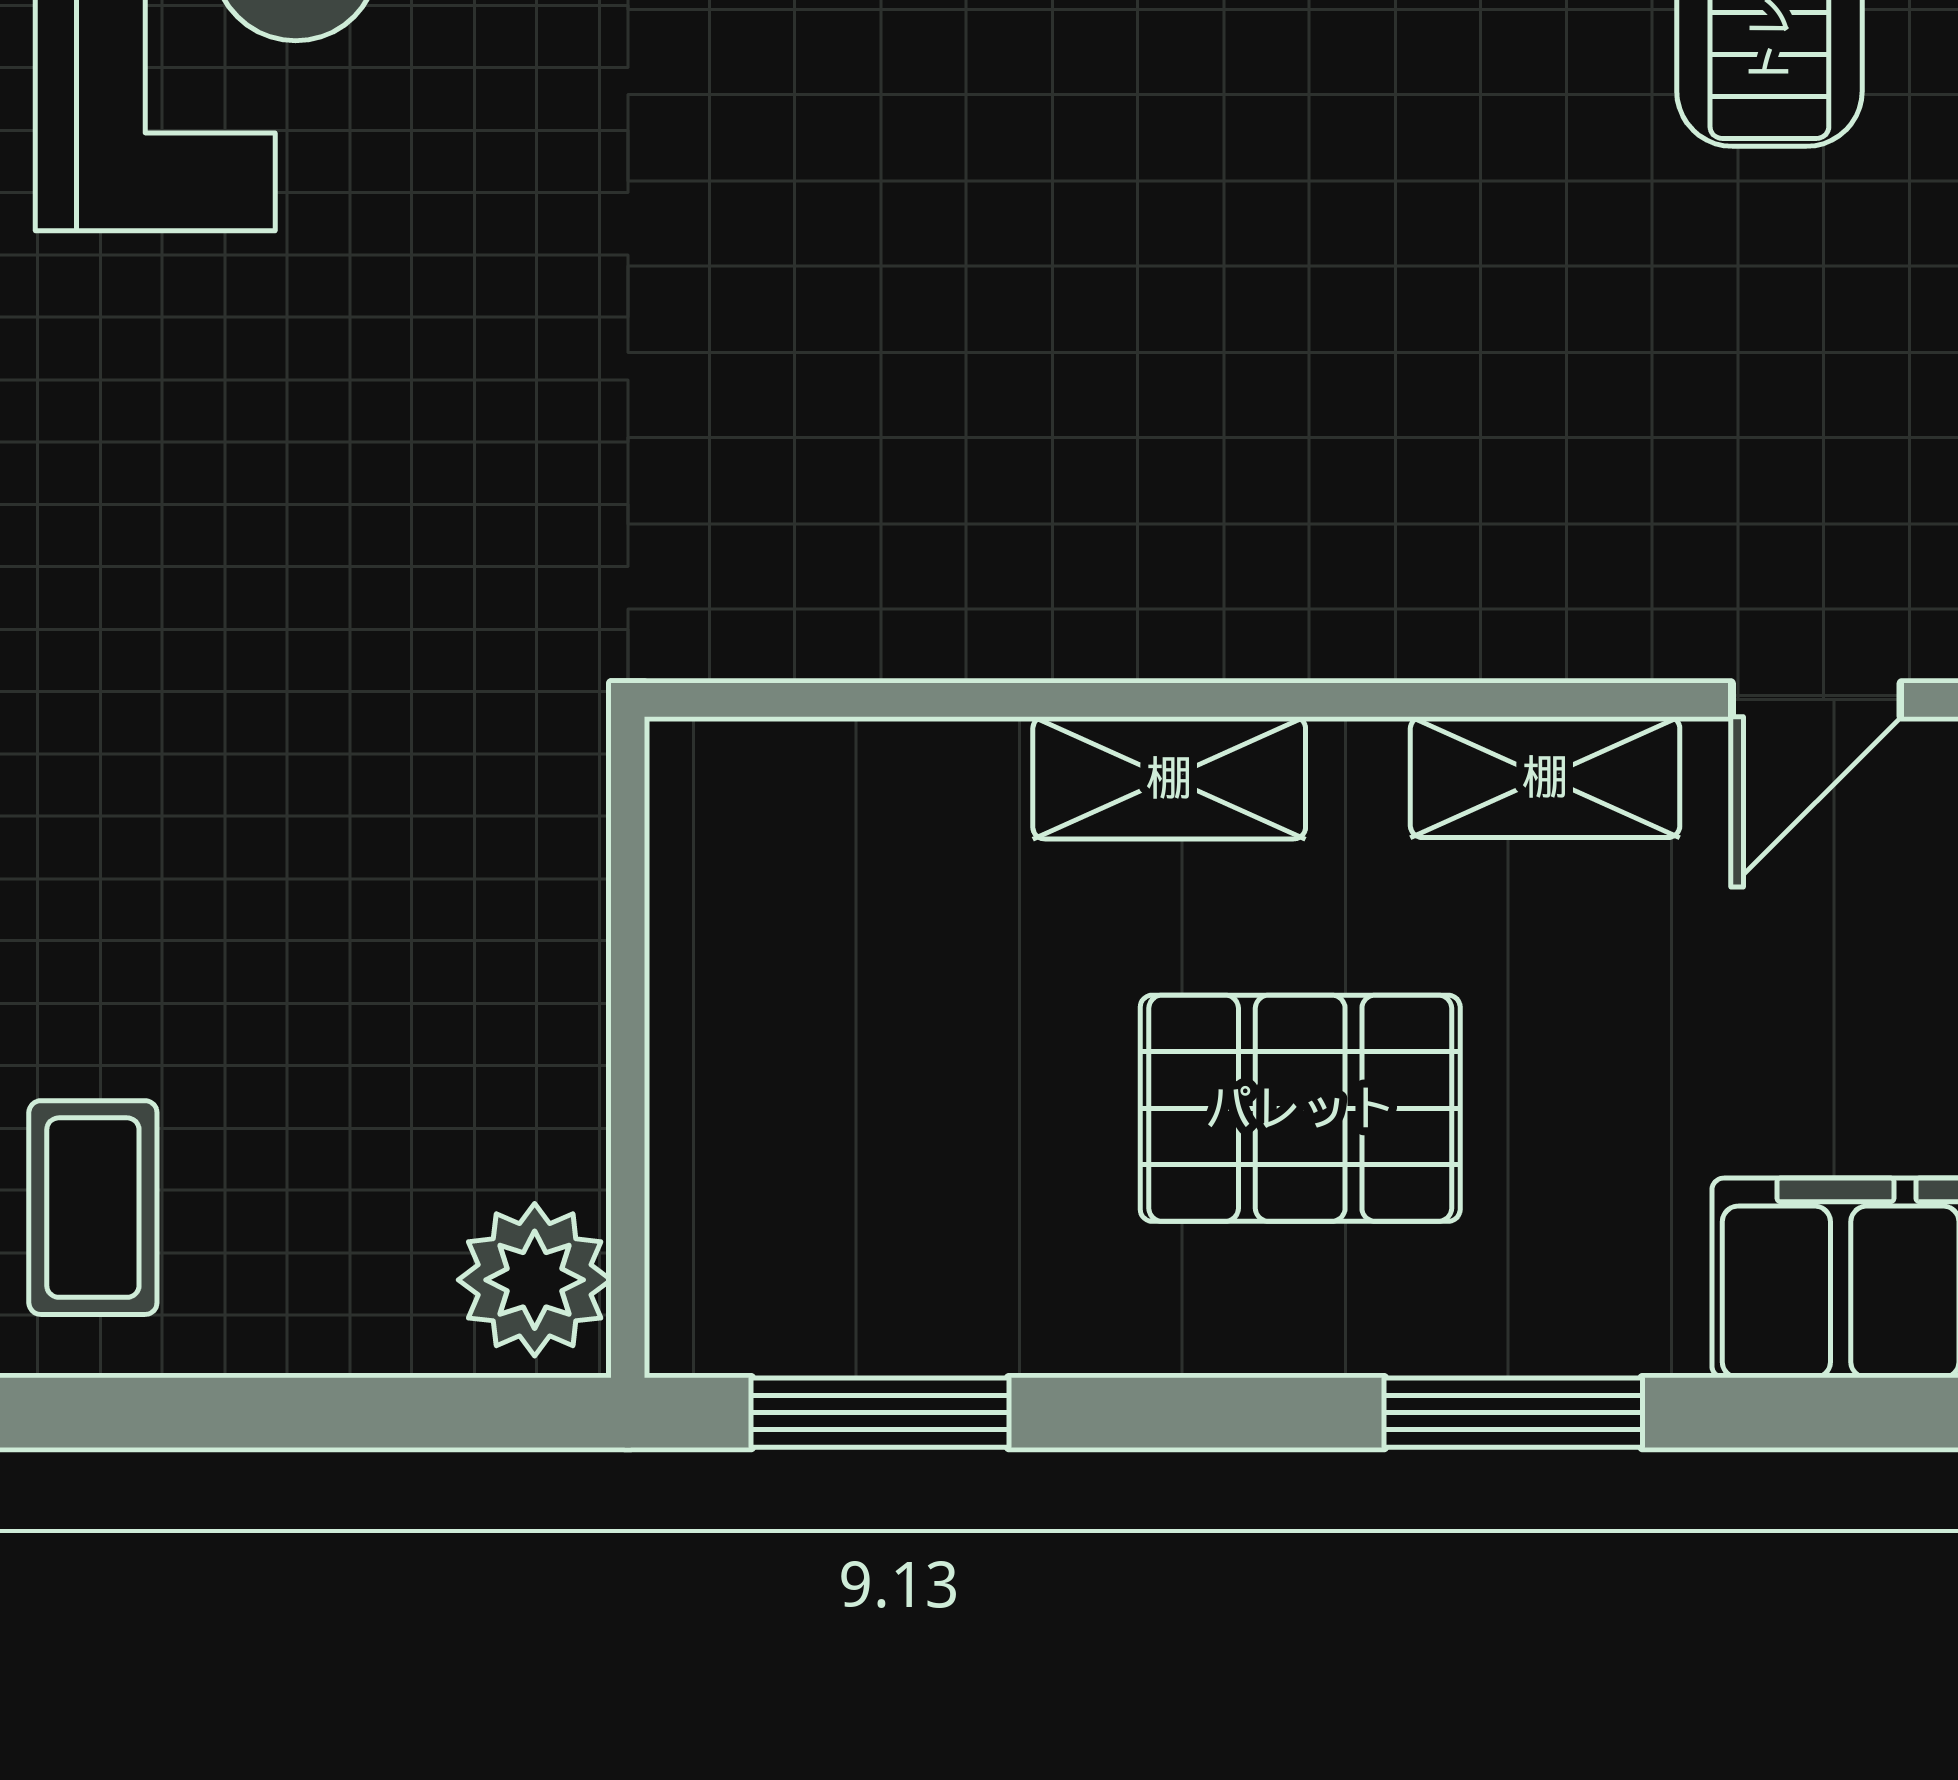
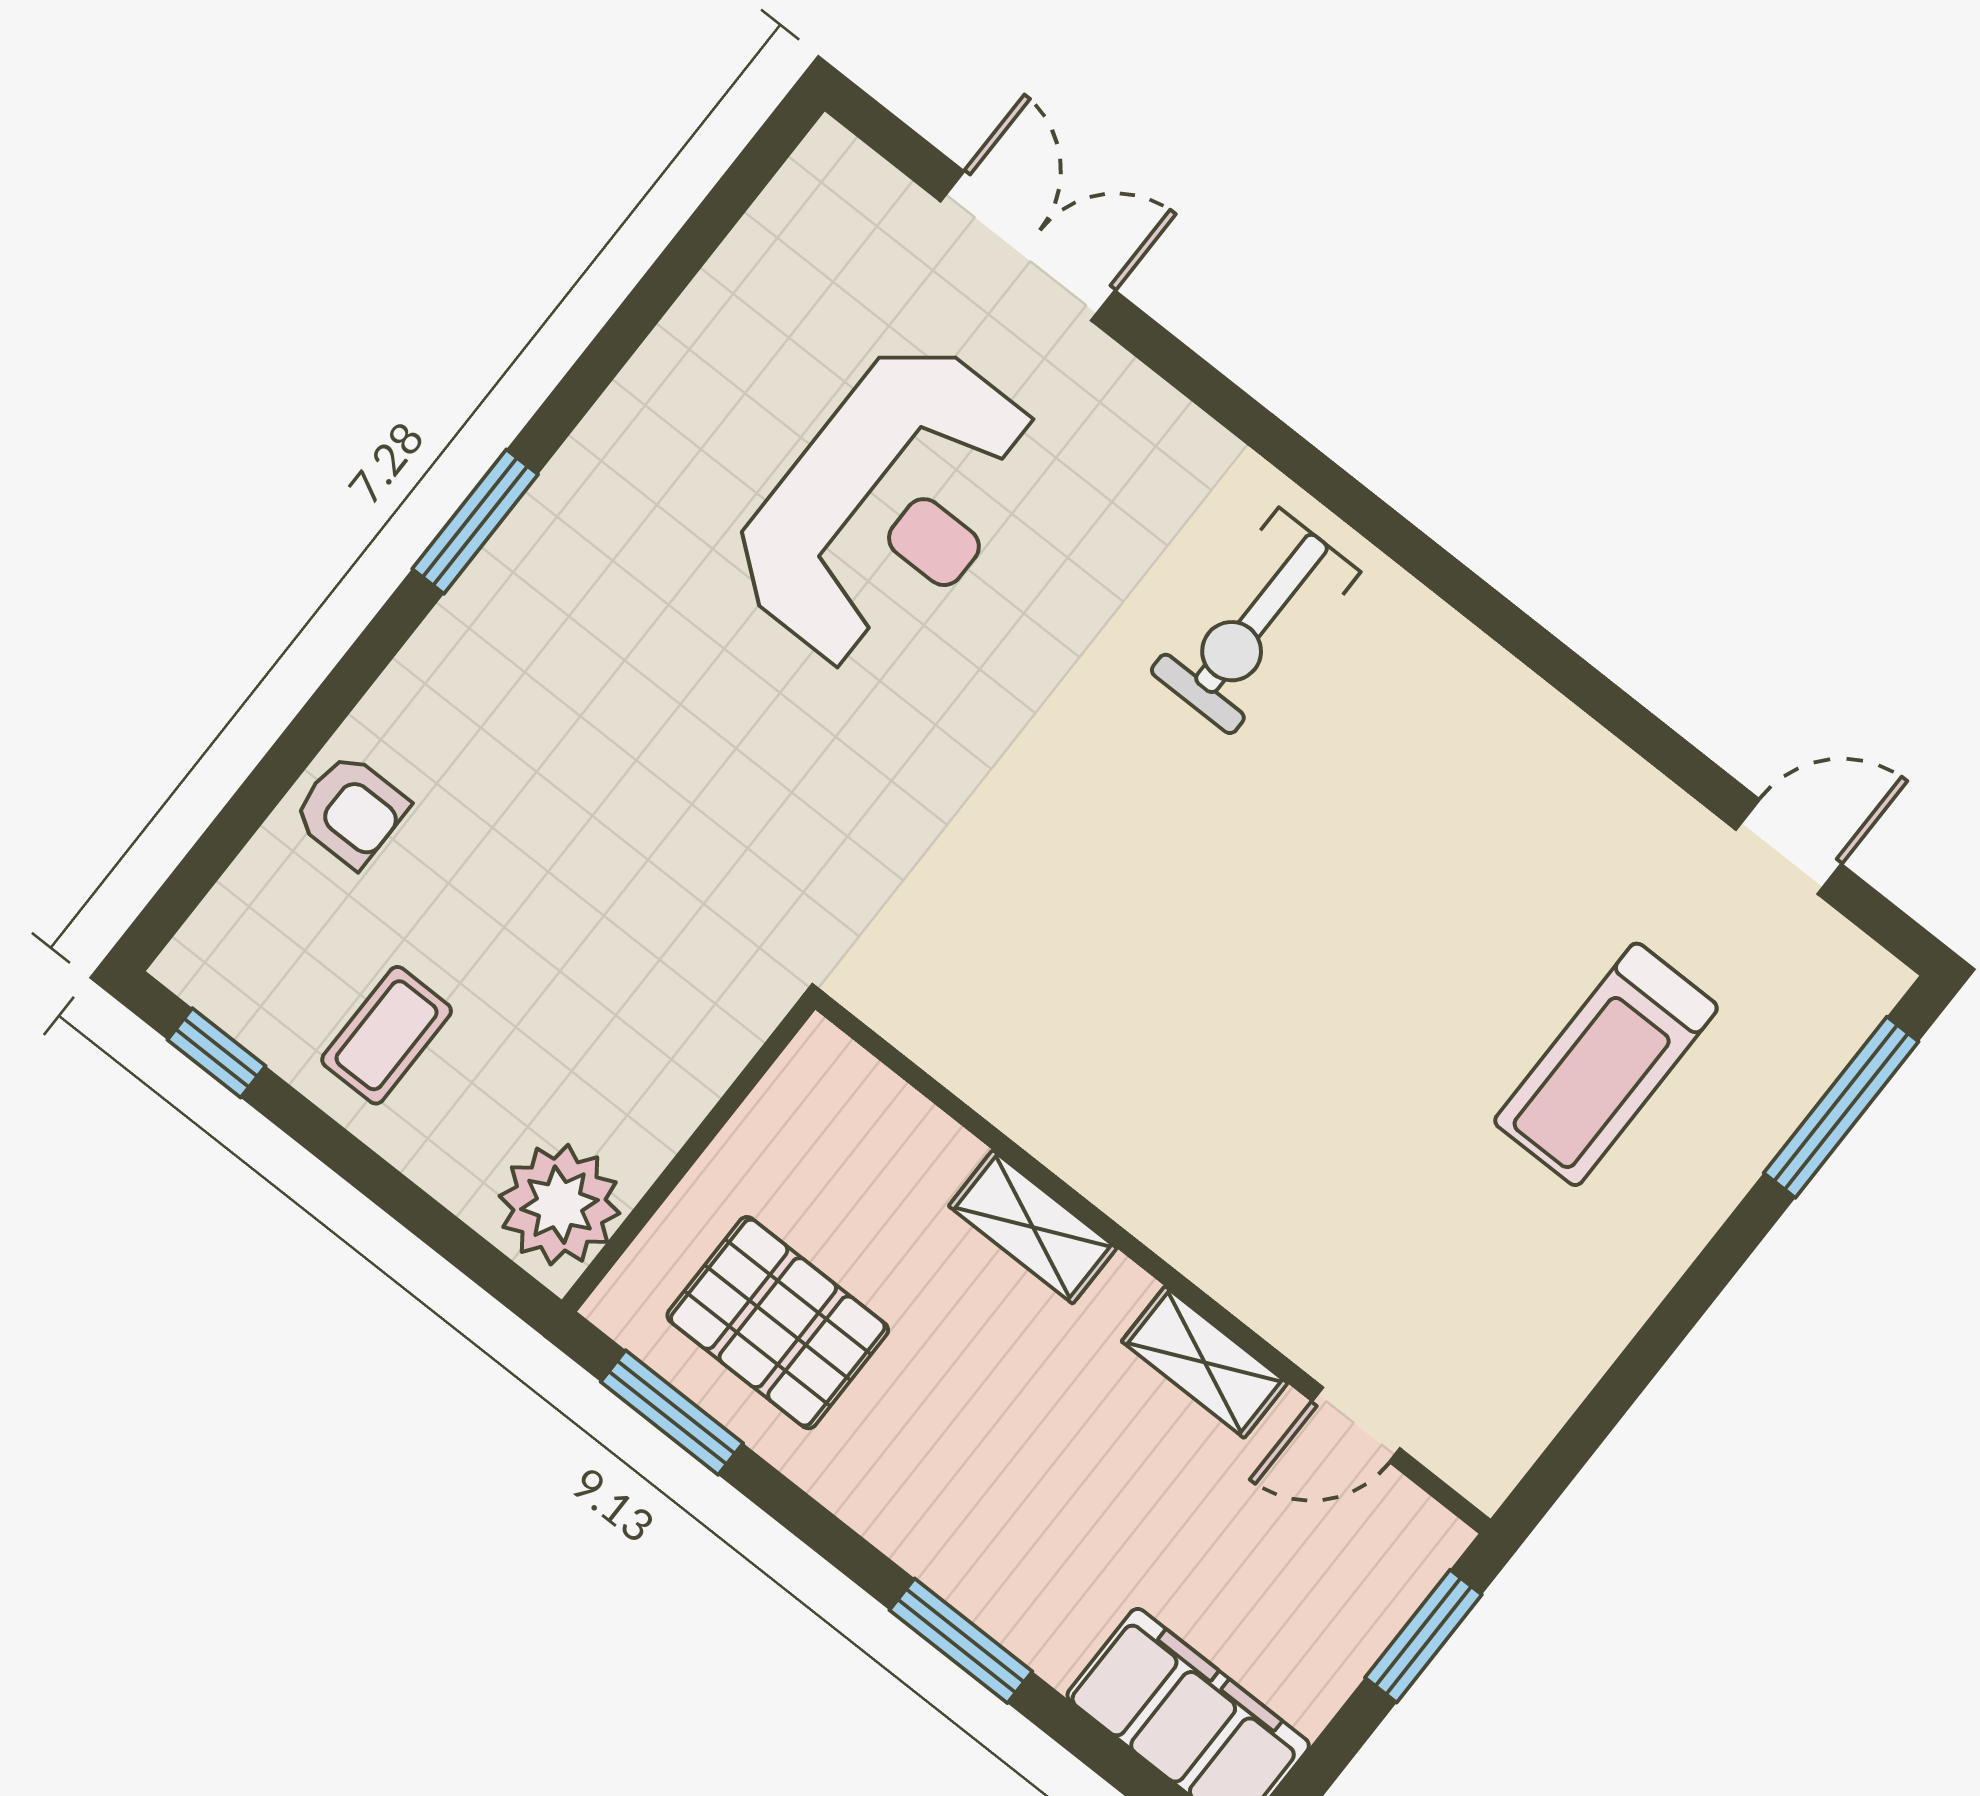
pallet: (1300, 1108) -> (778, 1323), moved
plant: (535, 1280) -> (559, 1205), width x1.36, depth x1.36

